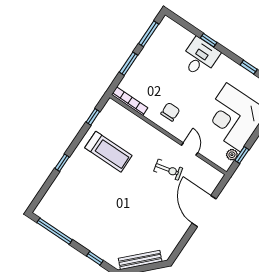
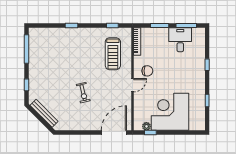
desk: (200, 57) -> (180, 40), moved, turned -90
door: (190, 149) -> (133, 85), moved
treadmill: (108, 152) -> (113, 54), moved
exercise bike: (168, 170) -> (83, 93), moved
door: (204, 211) -> (114, 133), moved

